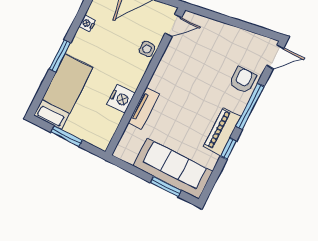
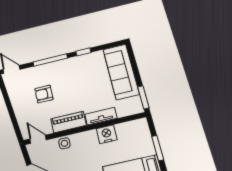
armchair: (243, 80) -> (44, 94), moved
piano: (222, 131) -> (68, 122), moved, turned 180
window: (166, 187) -> (143, 97), moved

